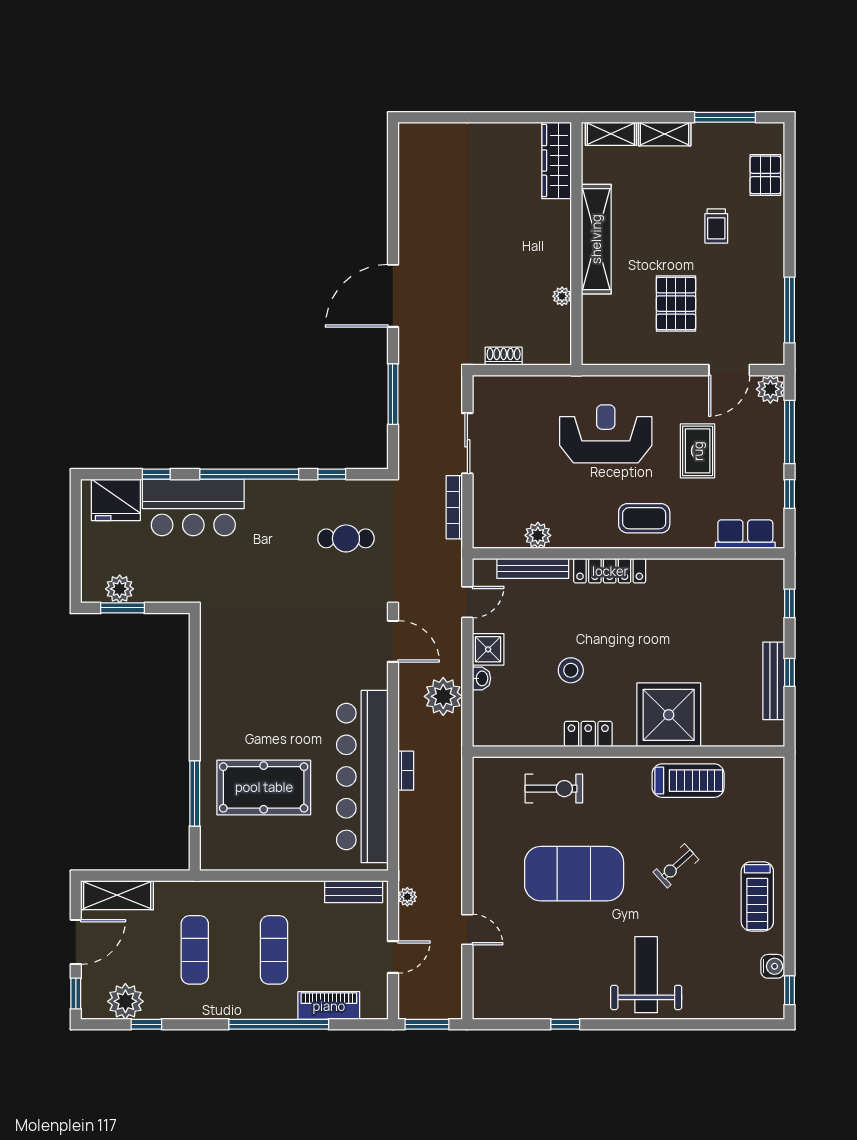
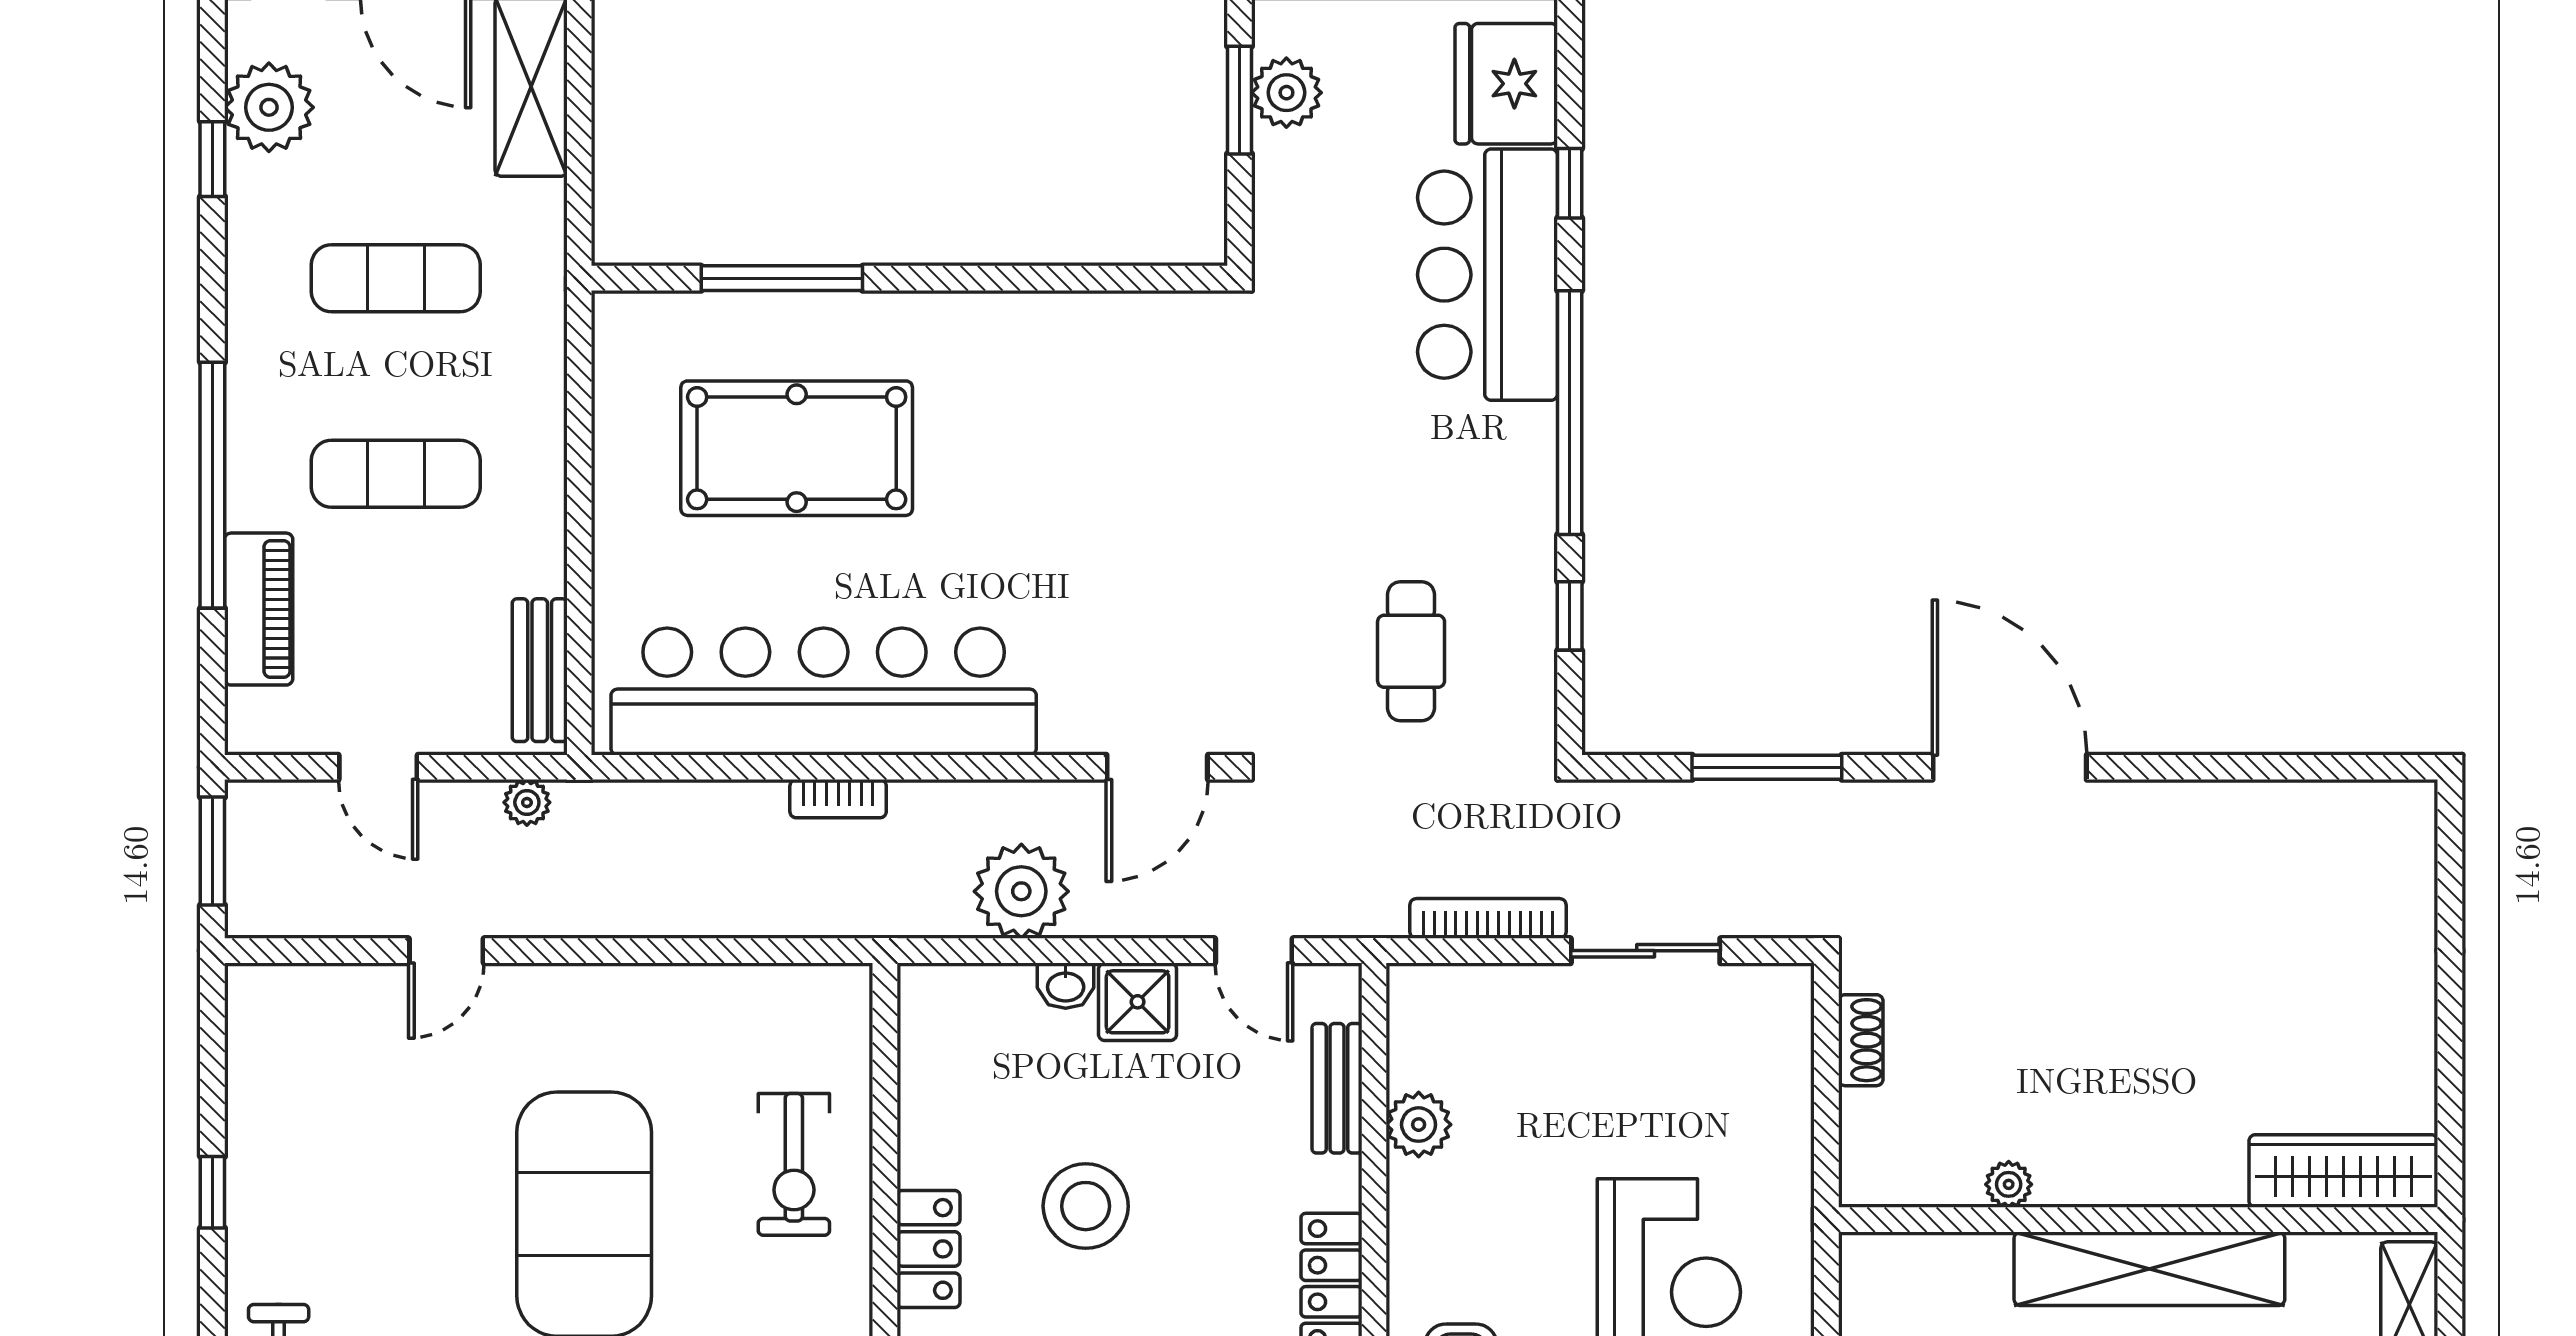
bench: (533, 568) -> (1337, 1088), width x0.73
stool: (571, 670) -> (1086, 1206), width x1.38, depth x1.38
pool table: (264, 787) -> (797, 448), turned 90

